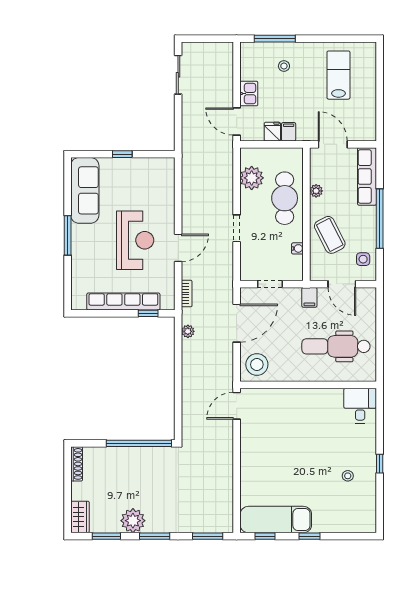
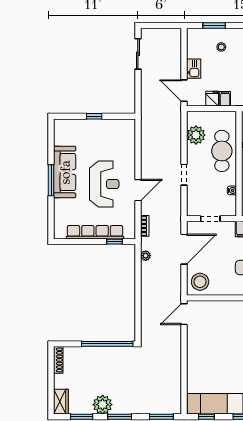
window: (275, 39) -> (214, 26), width x0.69
sofa: (85, 190) -> (65, 172), moved

